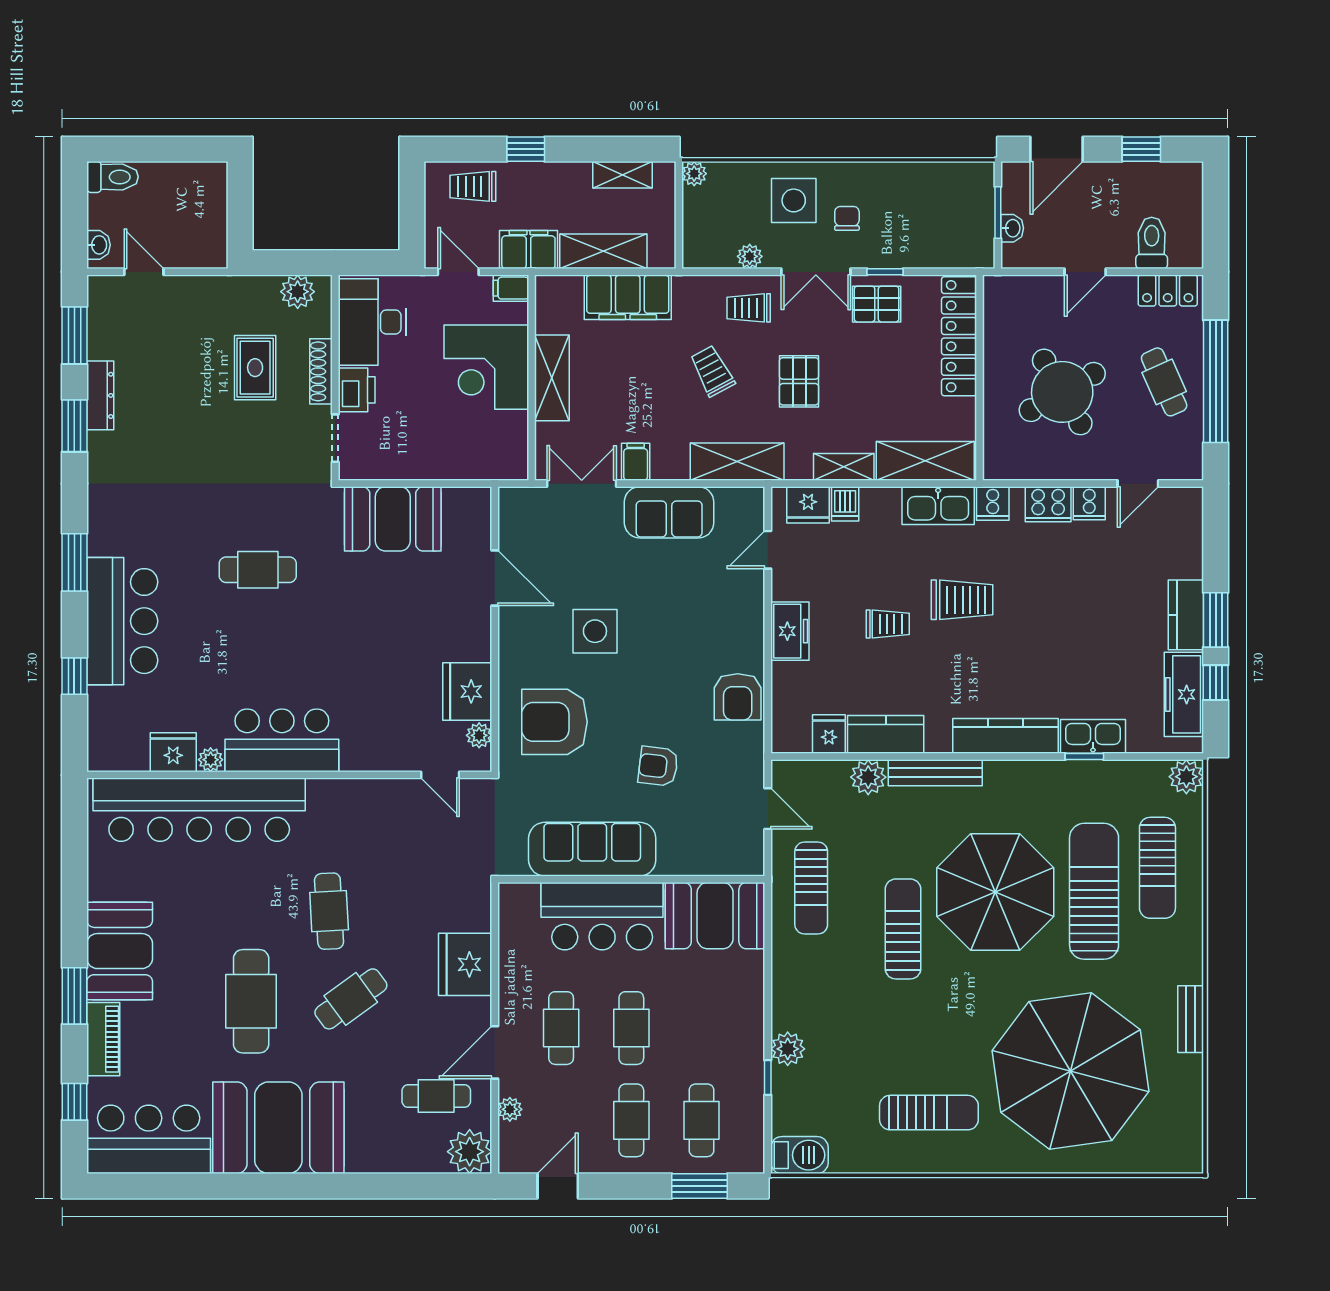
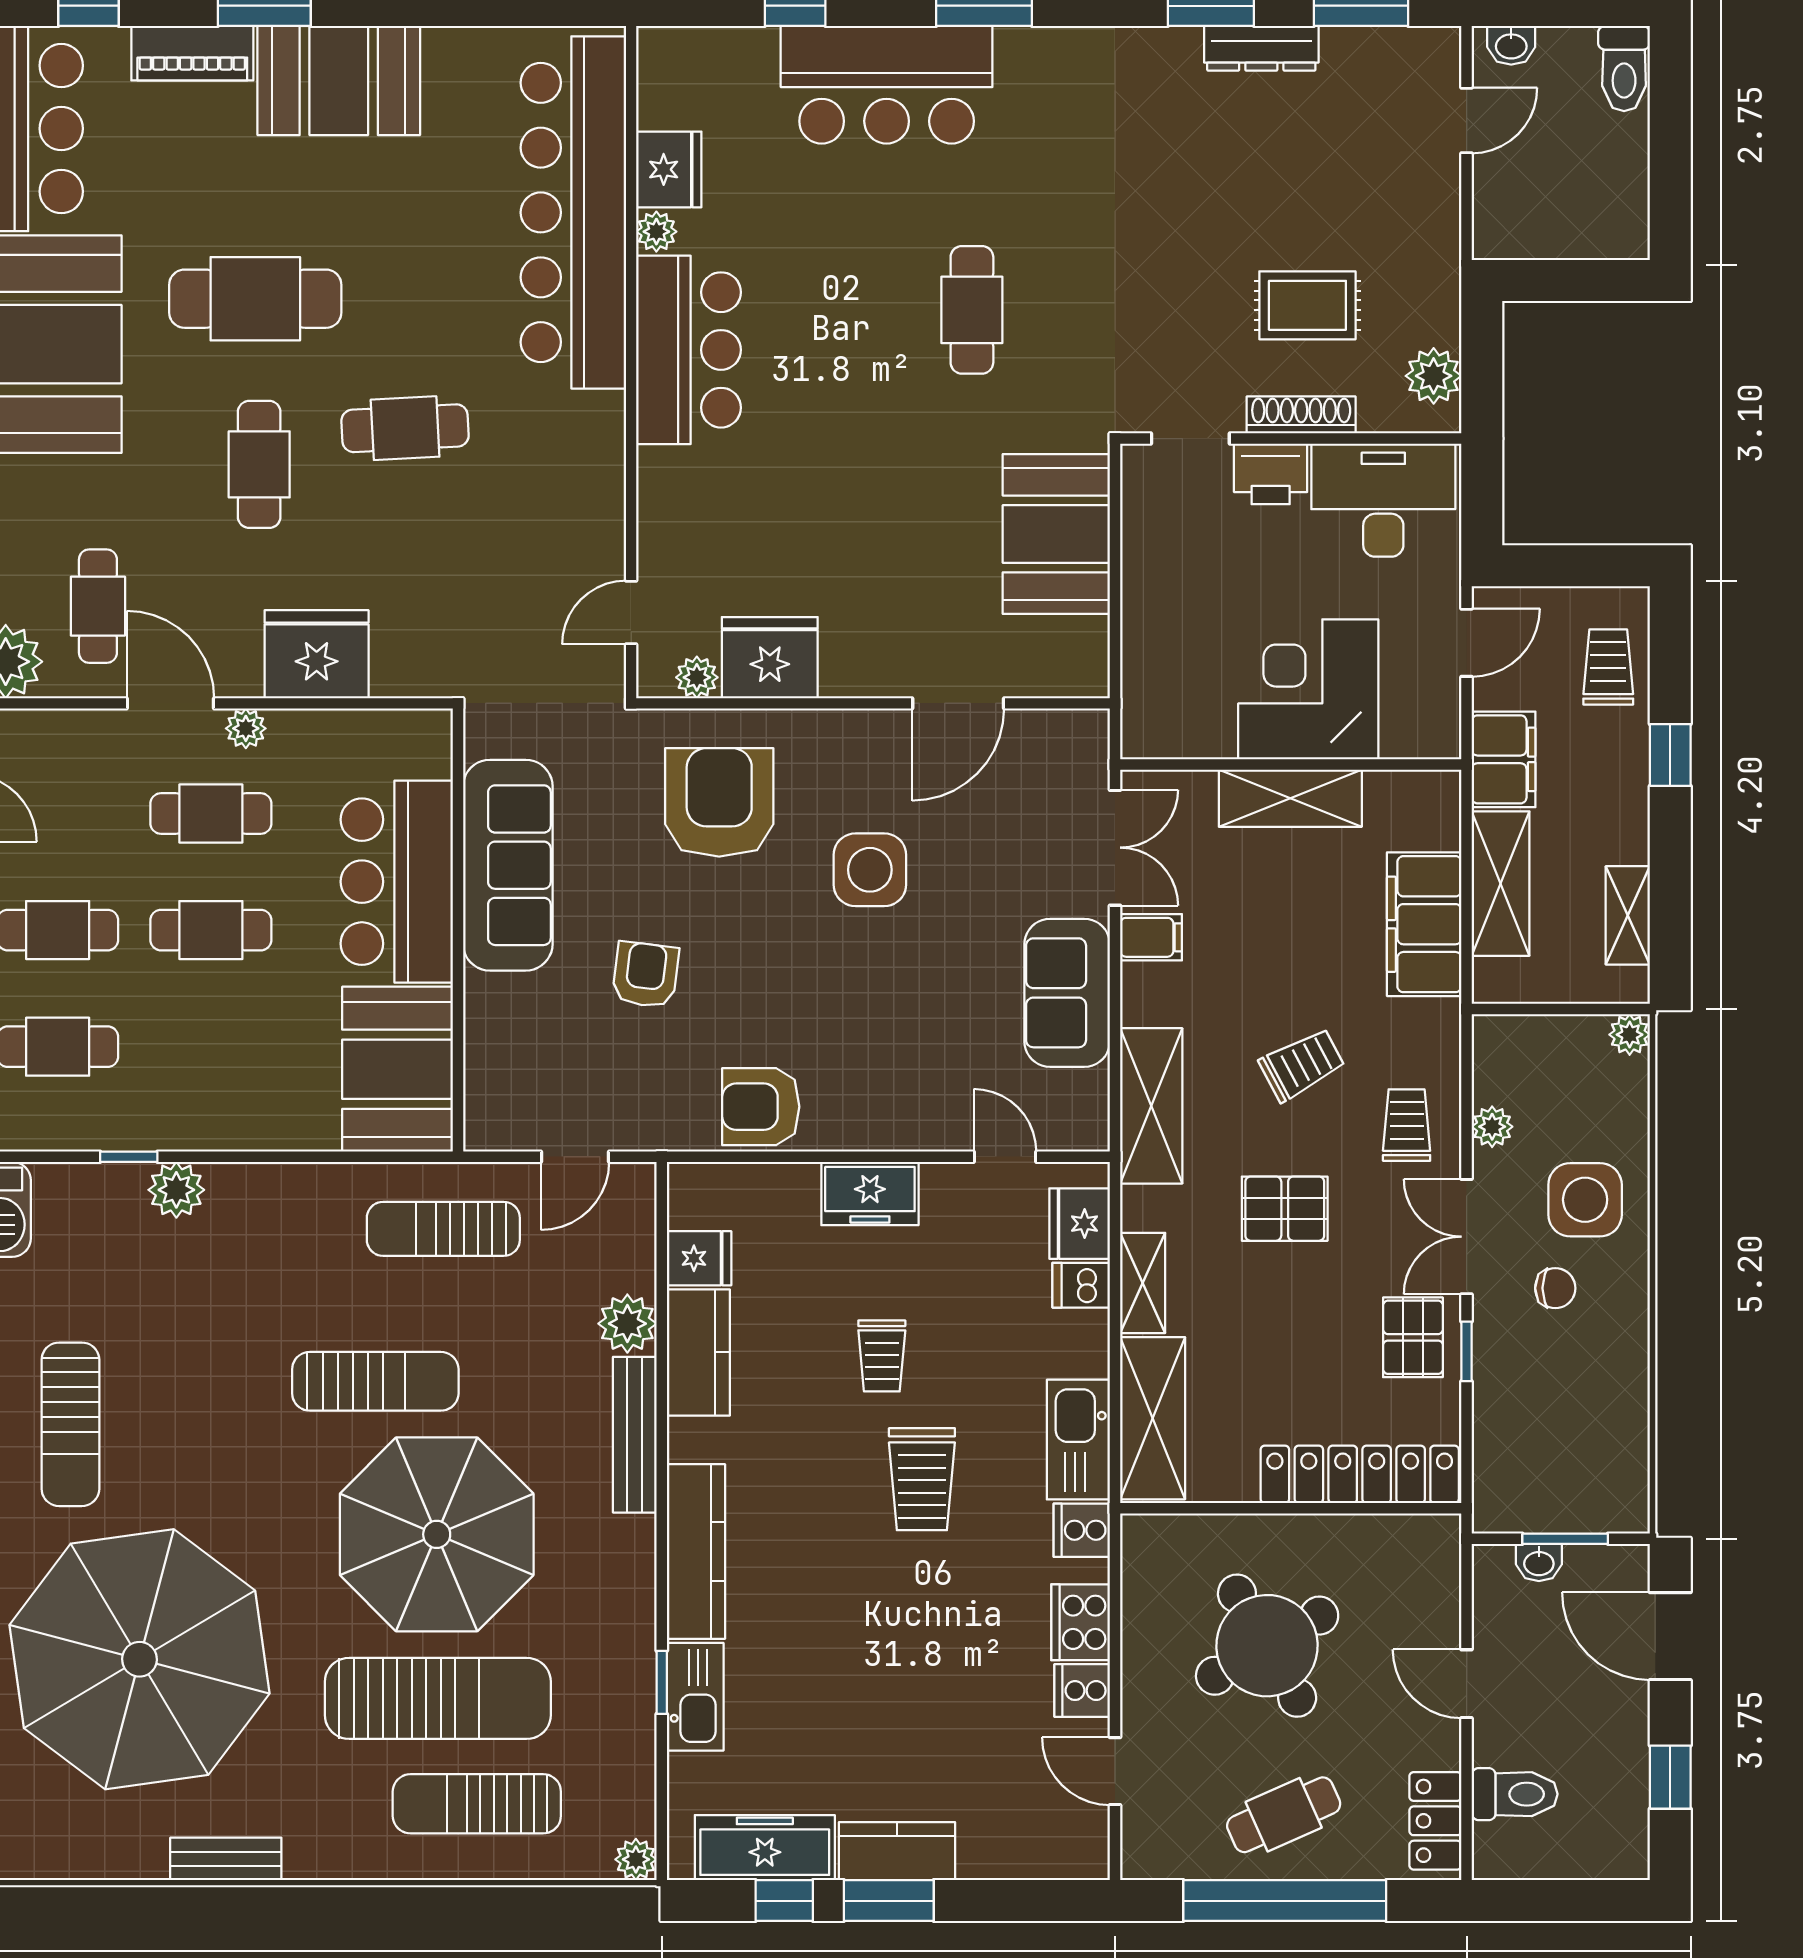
filing cabinet: (511, 288) -> (1440, 730), removed
plant: (1186, 777) -> (636, 1859), width x0.73, depth x0.73
cafe table: (351, 999) -> (259, 464), turned 36
plant: (510, 1109) -> (246, 728), moved

